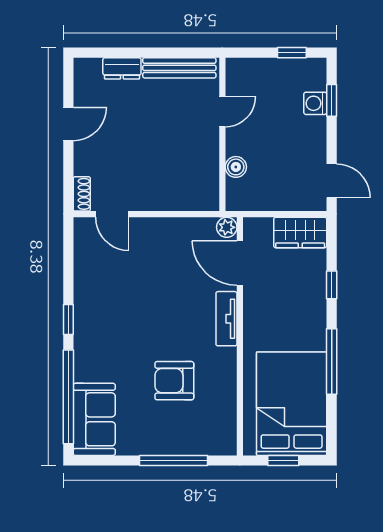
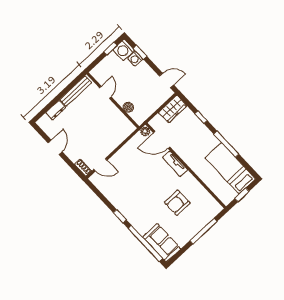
washing machine: (310, 74) -> (124, 50), added
bed: (292, 404) -> (230, 168), width x0.67

